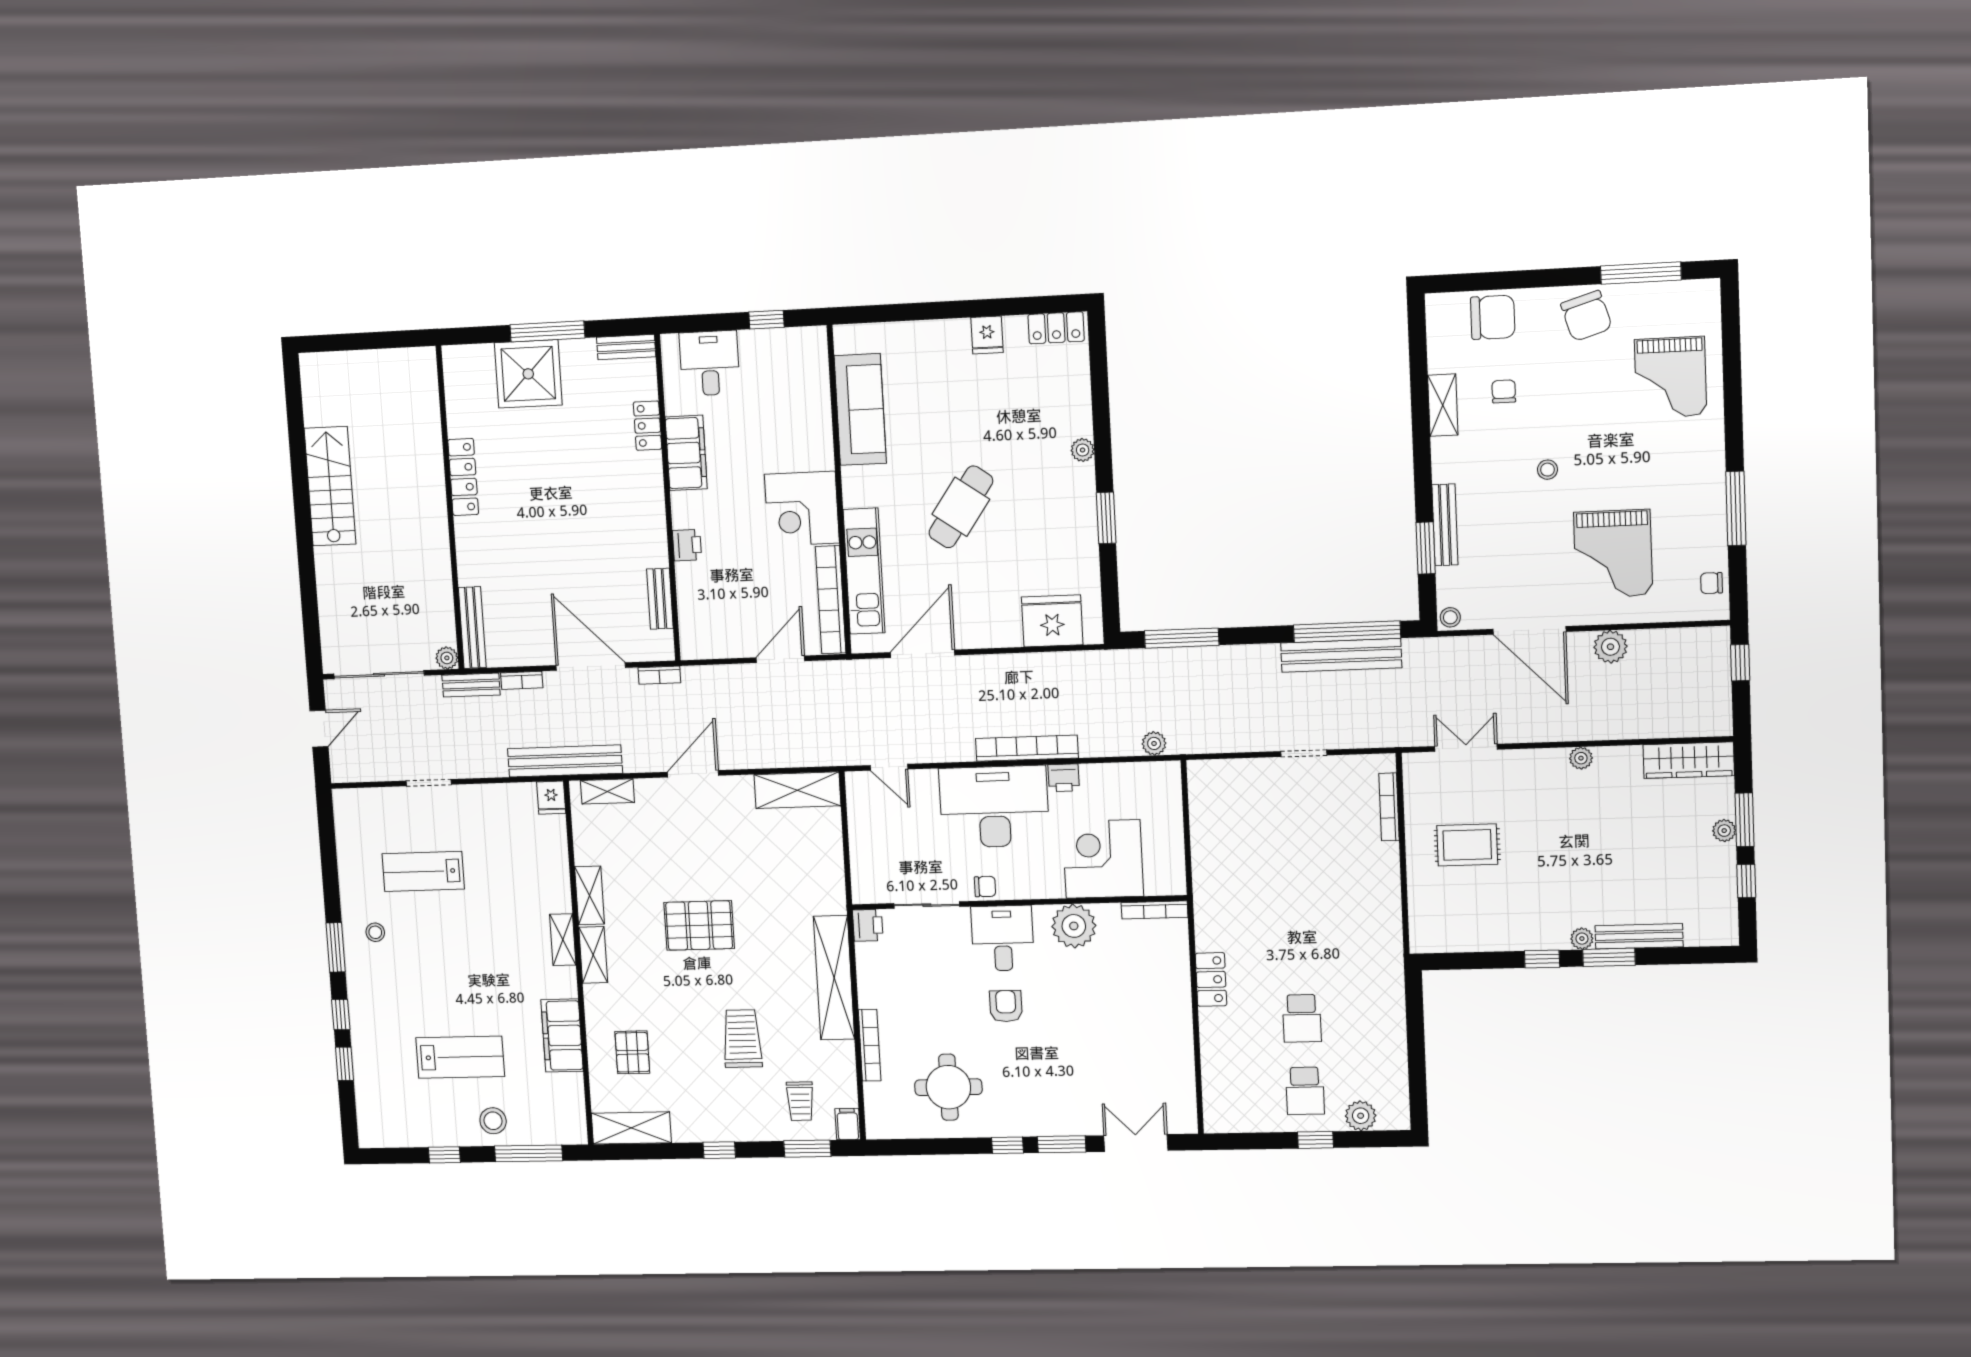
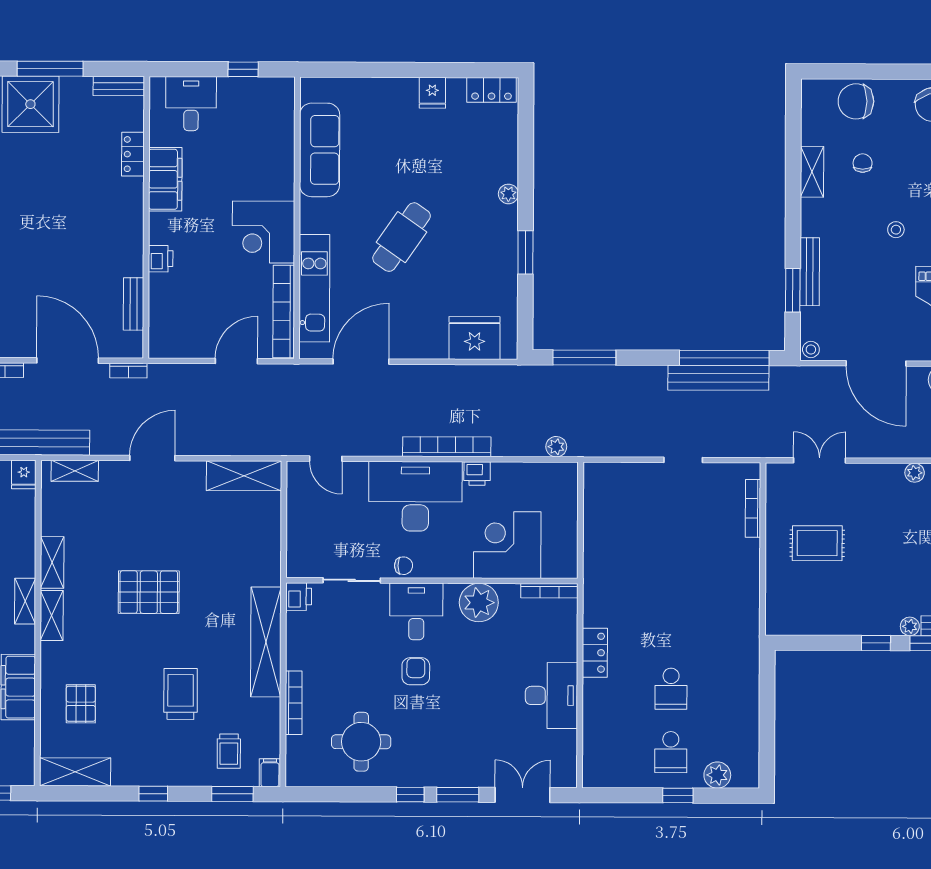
chair: (1493, 317) -> (856, 101), turned 180
desk: (1163, 1030) -> (551, 696), added

